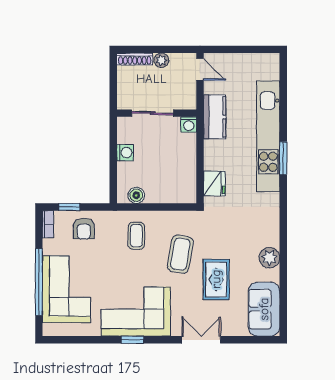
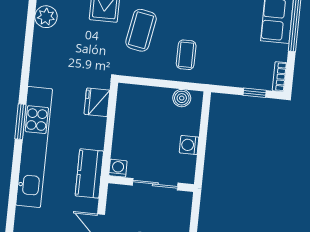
armchair: (84, 229) -> (242, 68), removed

